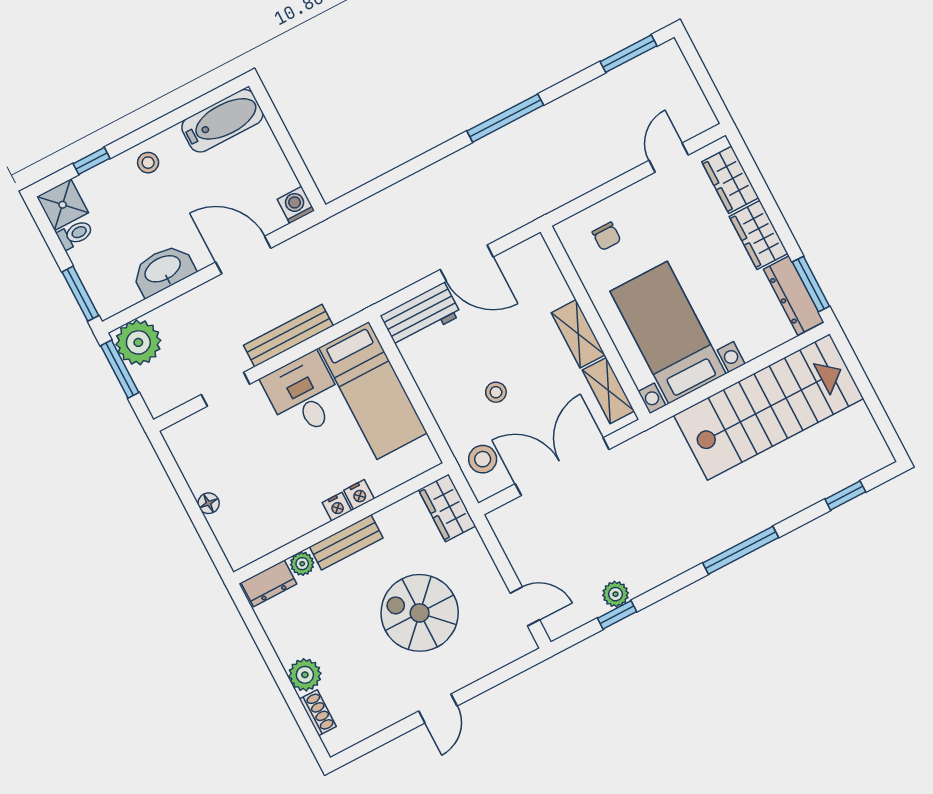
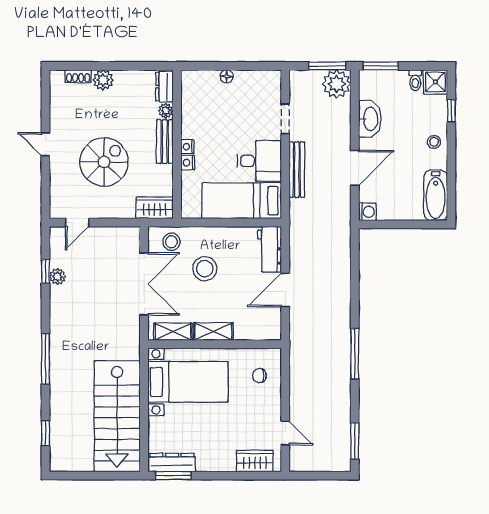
wardrobe: (759, 235) -> (216, 461), removed
stool: (496, 392) -> (205, 269), width x1.89, depth x1.89

